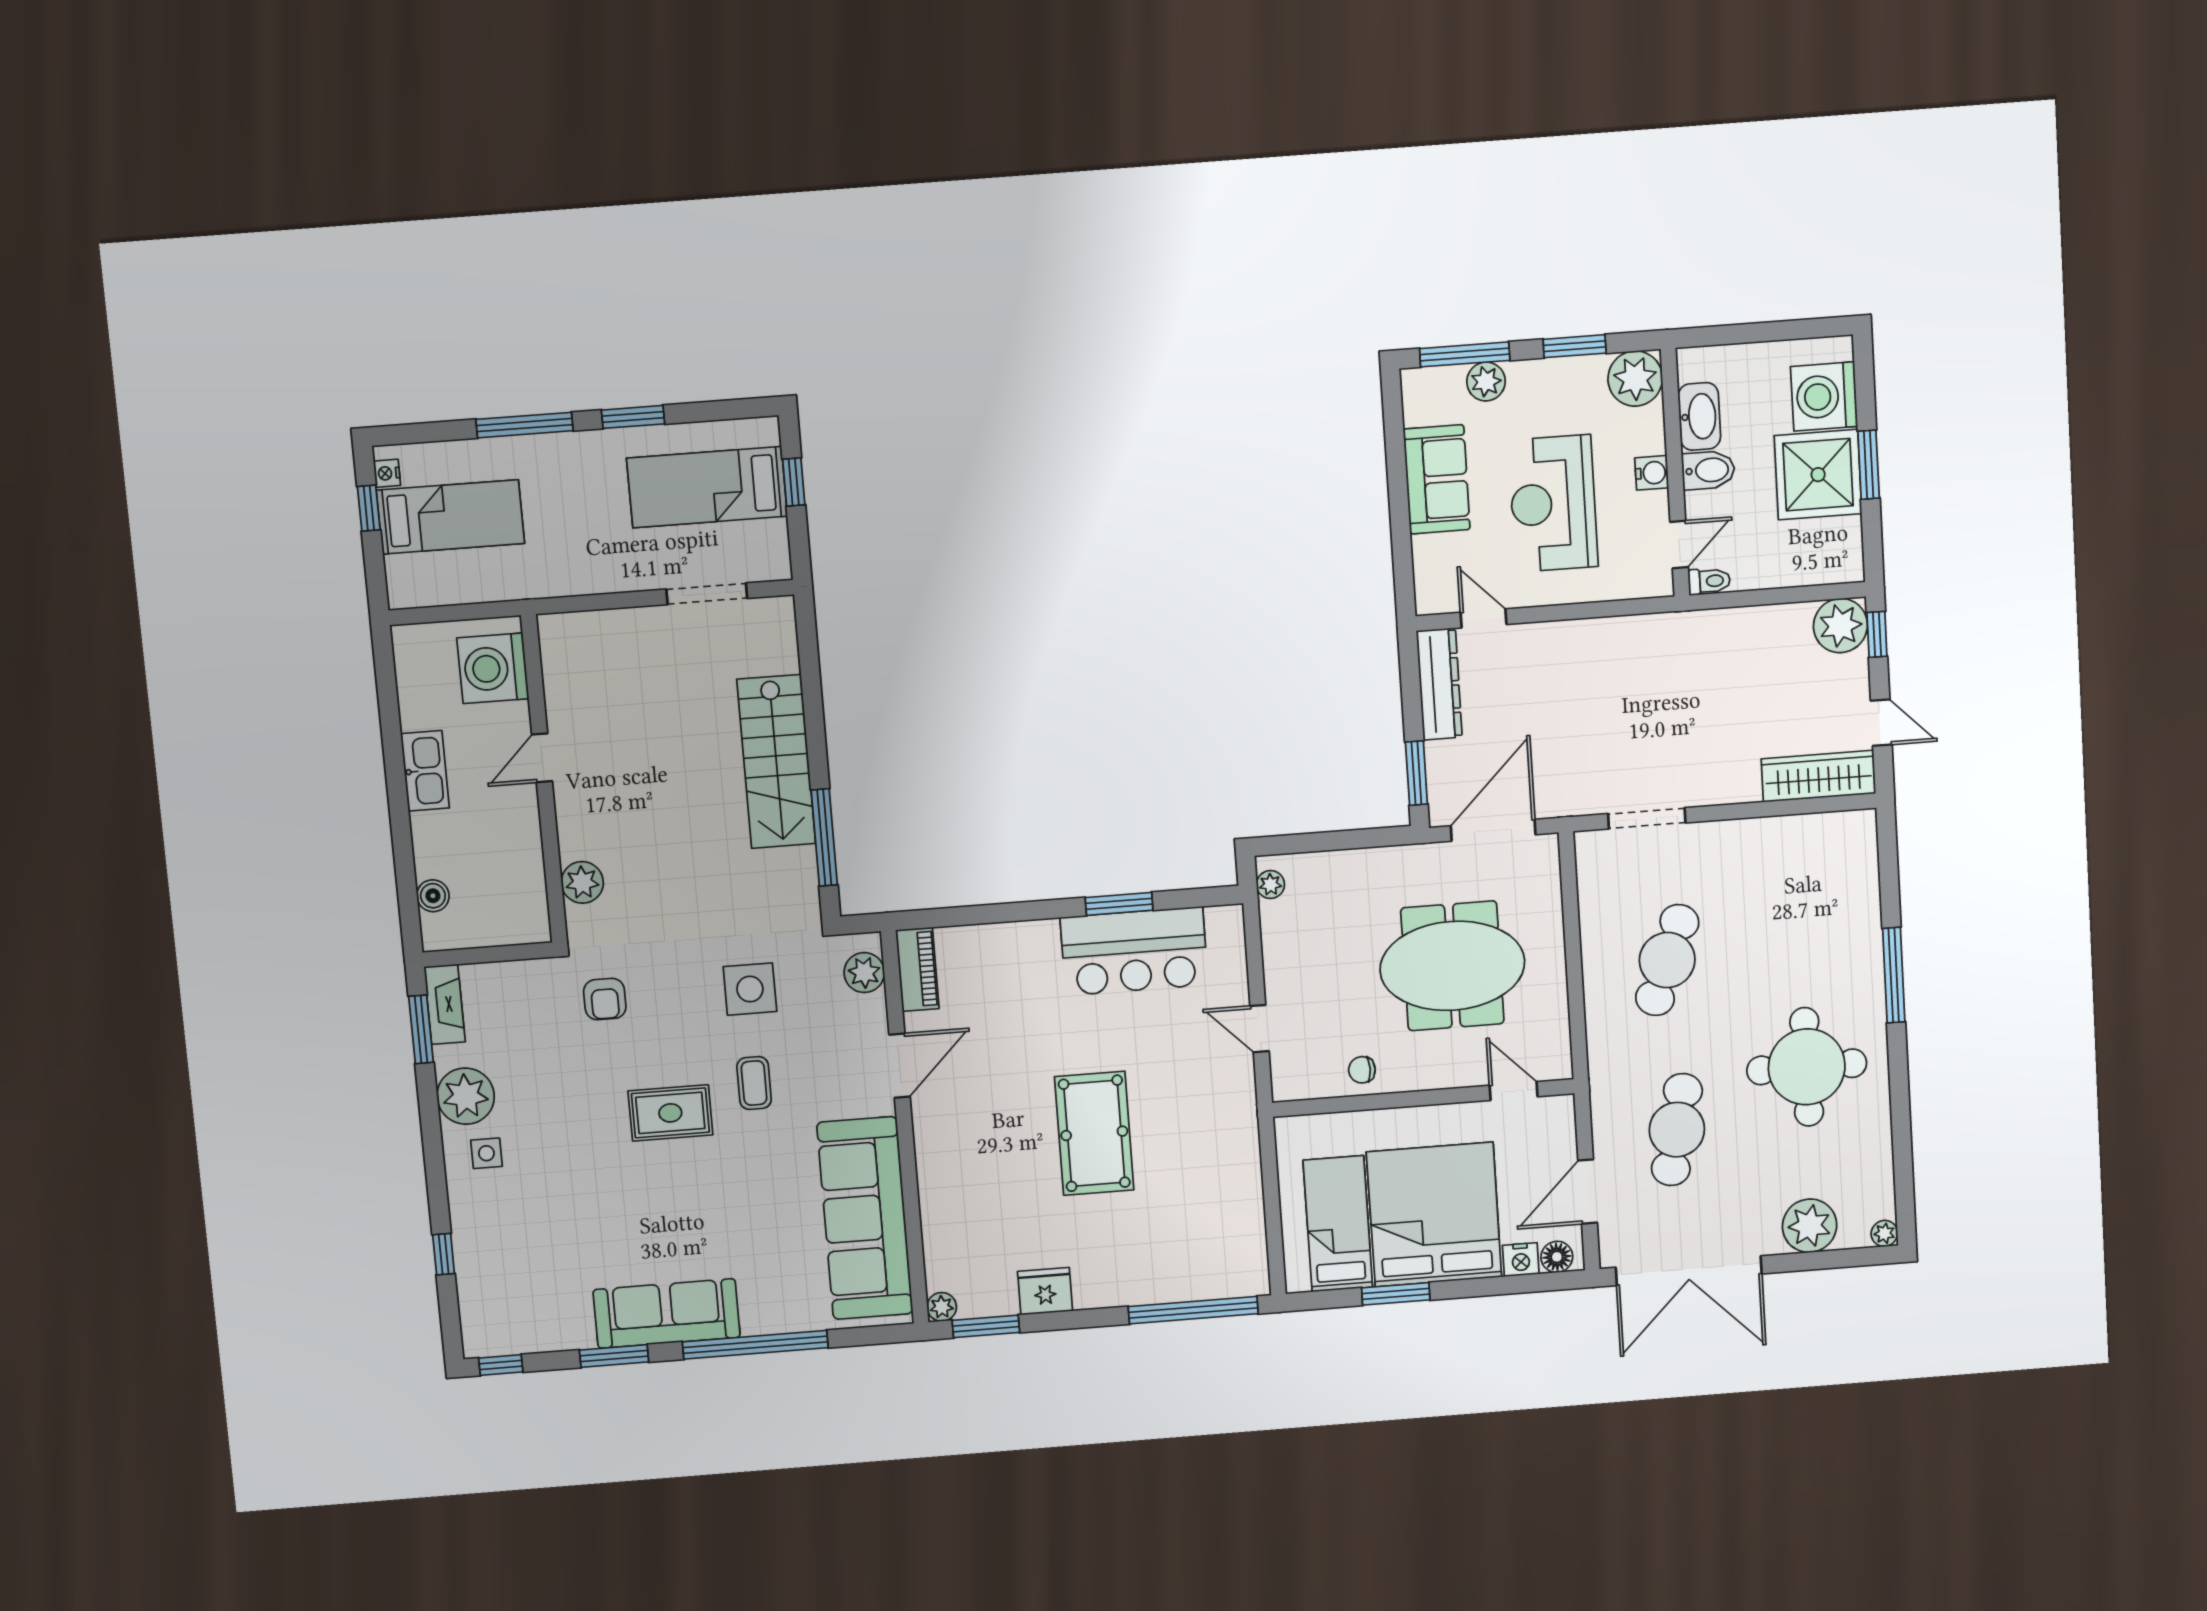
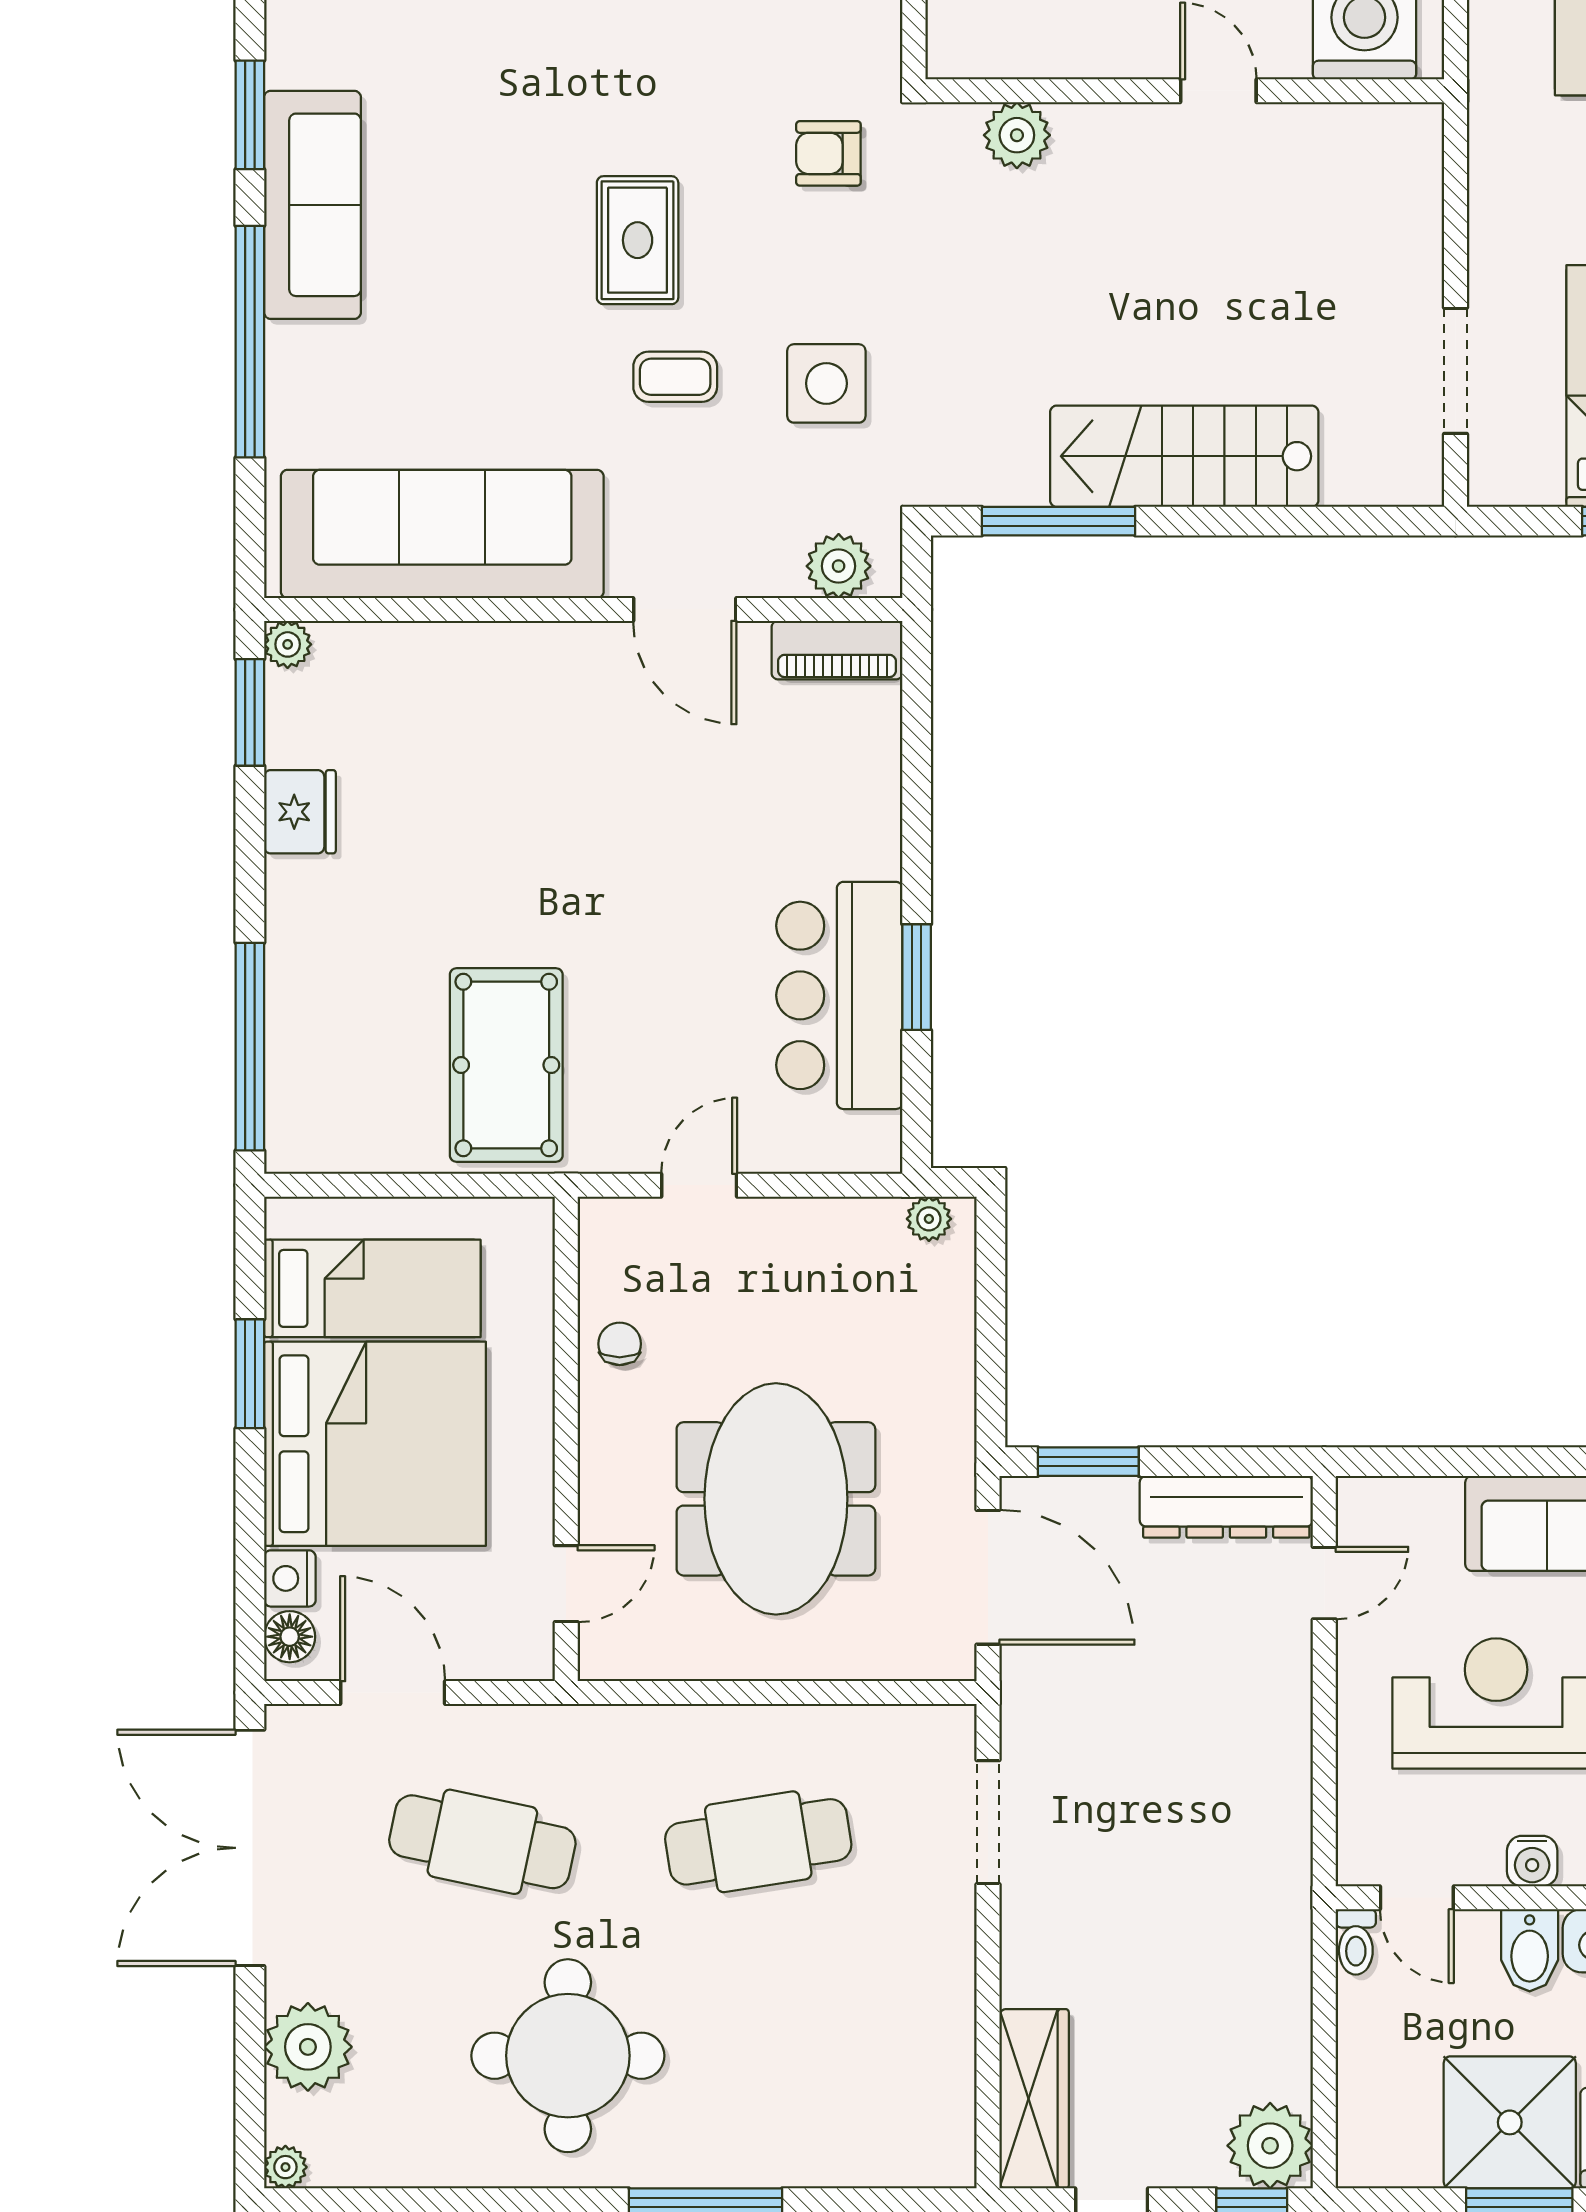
cafe table: (1667, 960) -> (758, 1842), turned -30
pool table: (1094, 1133) -> (506, 1065), moved, turned 90

